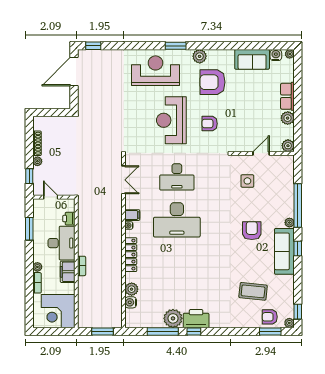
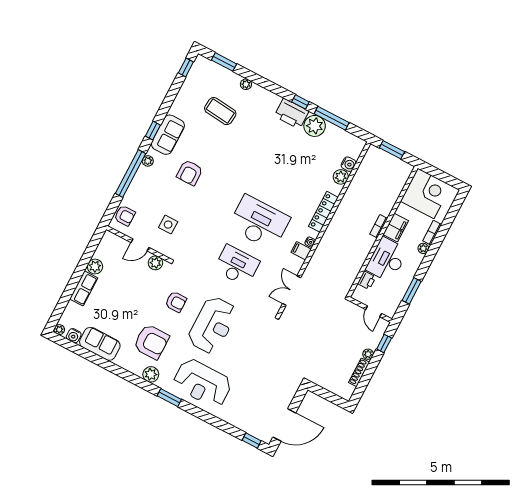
plant: (288, 146) -> (155, 263), moved
sofa: (284, 251) -> (168, 135), width x0.73
armchair: (270, 317) -> (125, 216), moved
plant: (289, 323) -> (246, 84), moved

